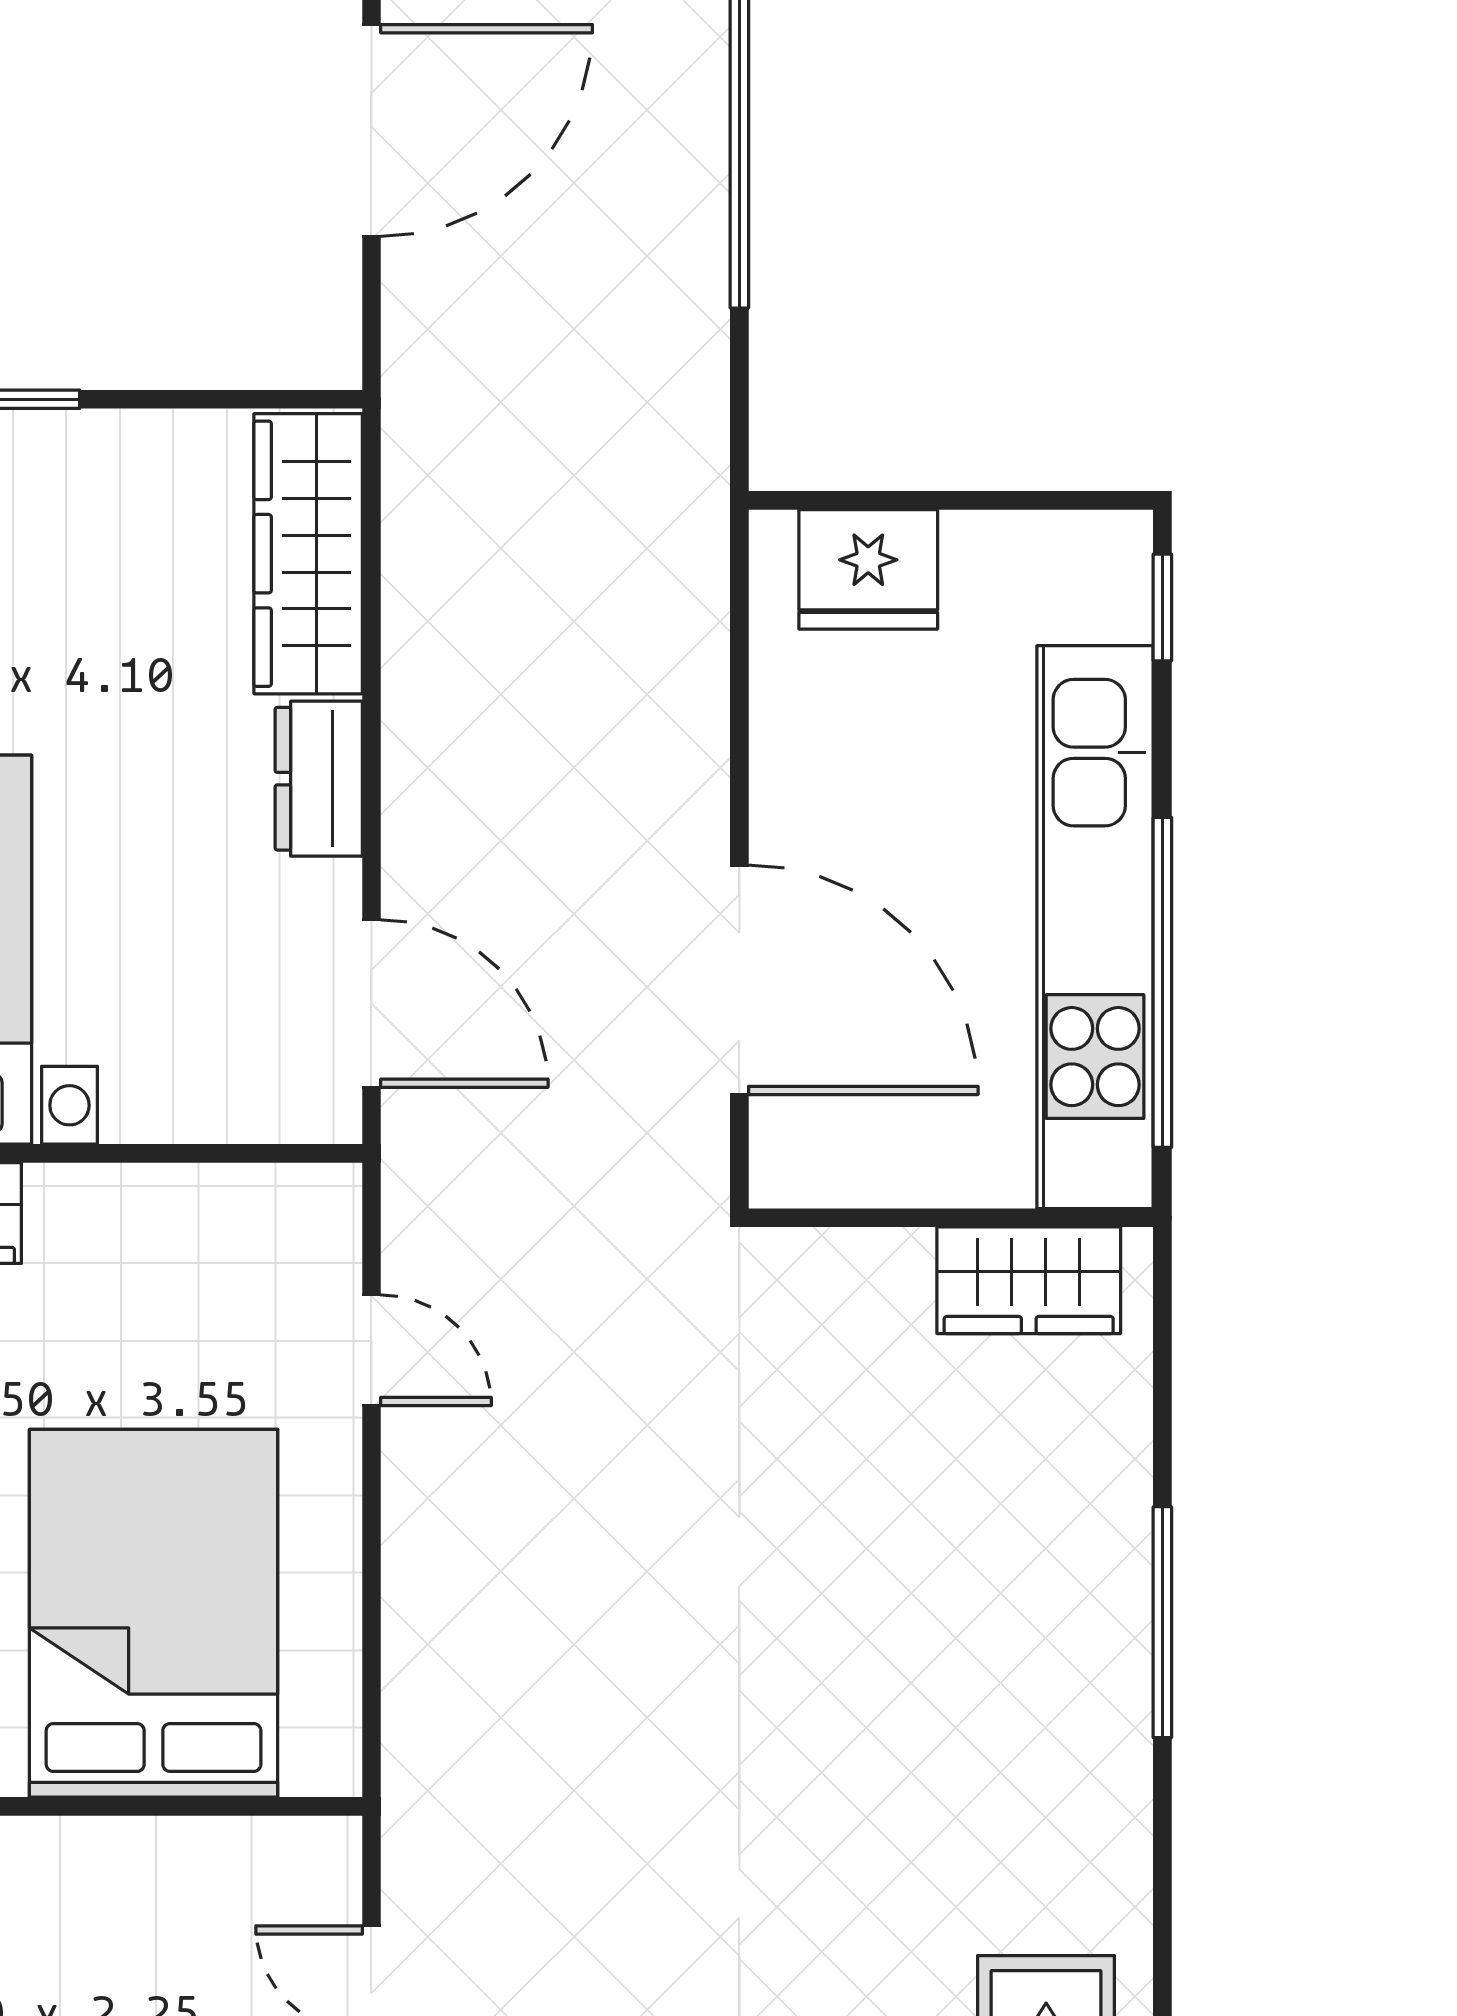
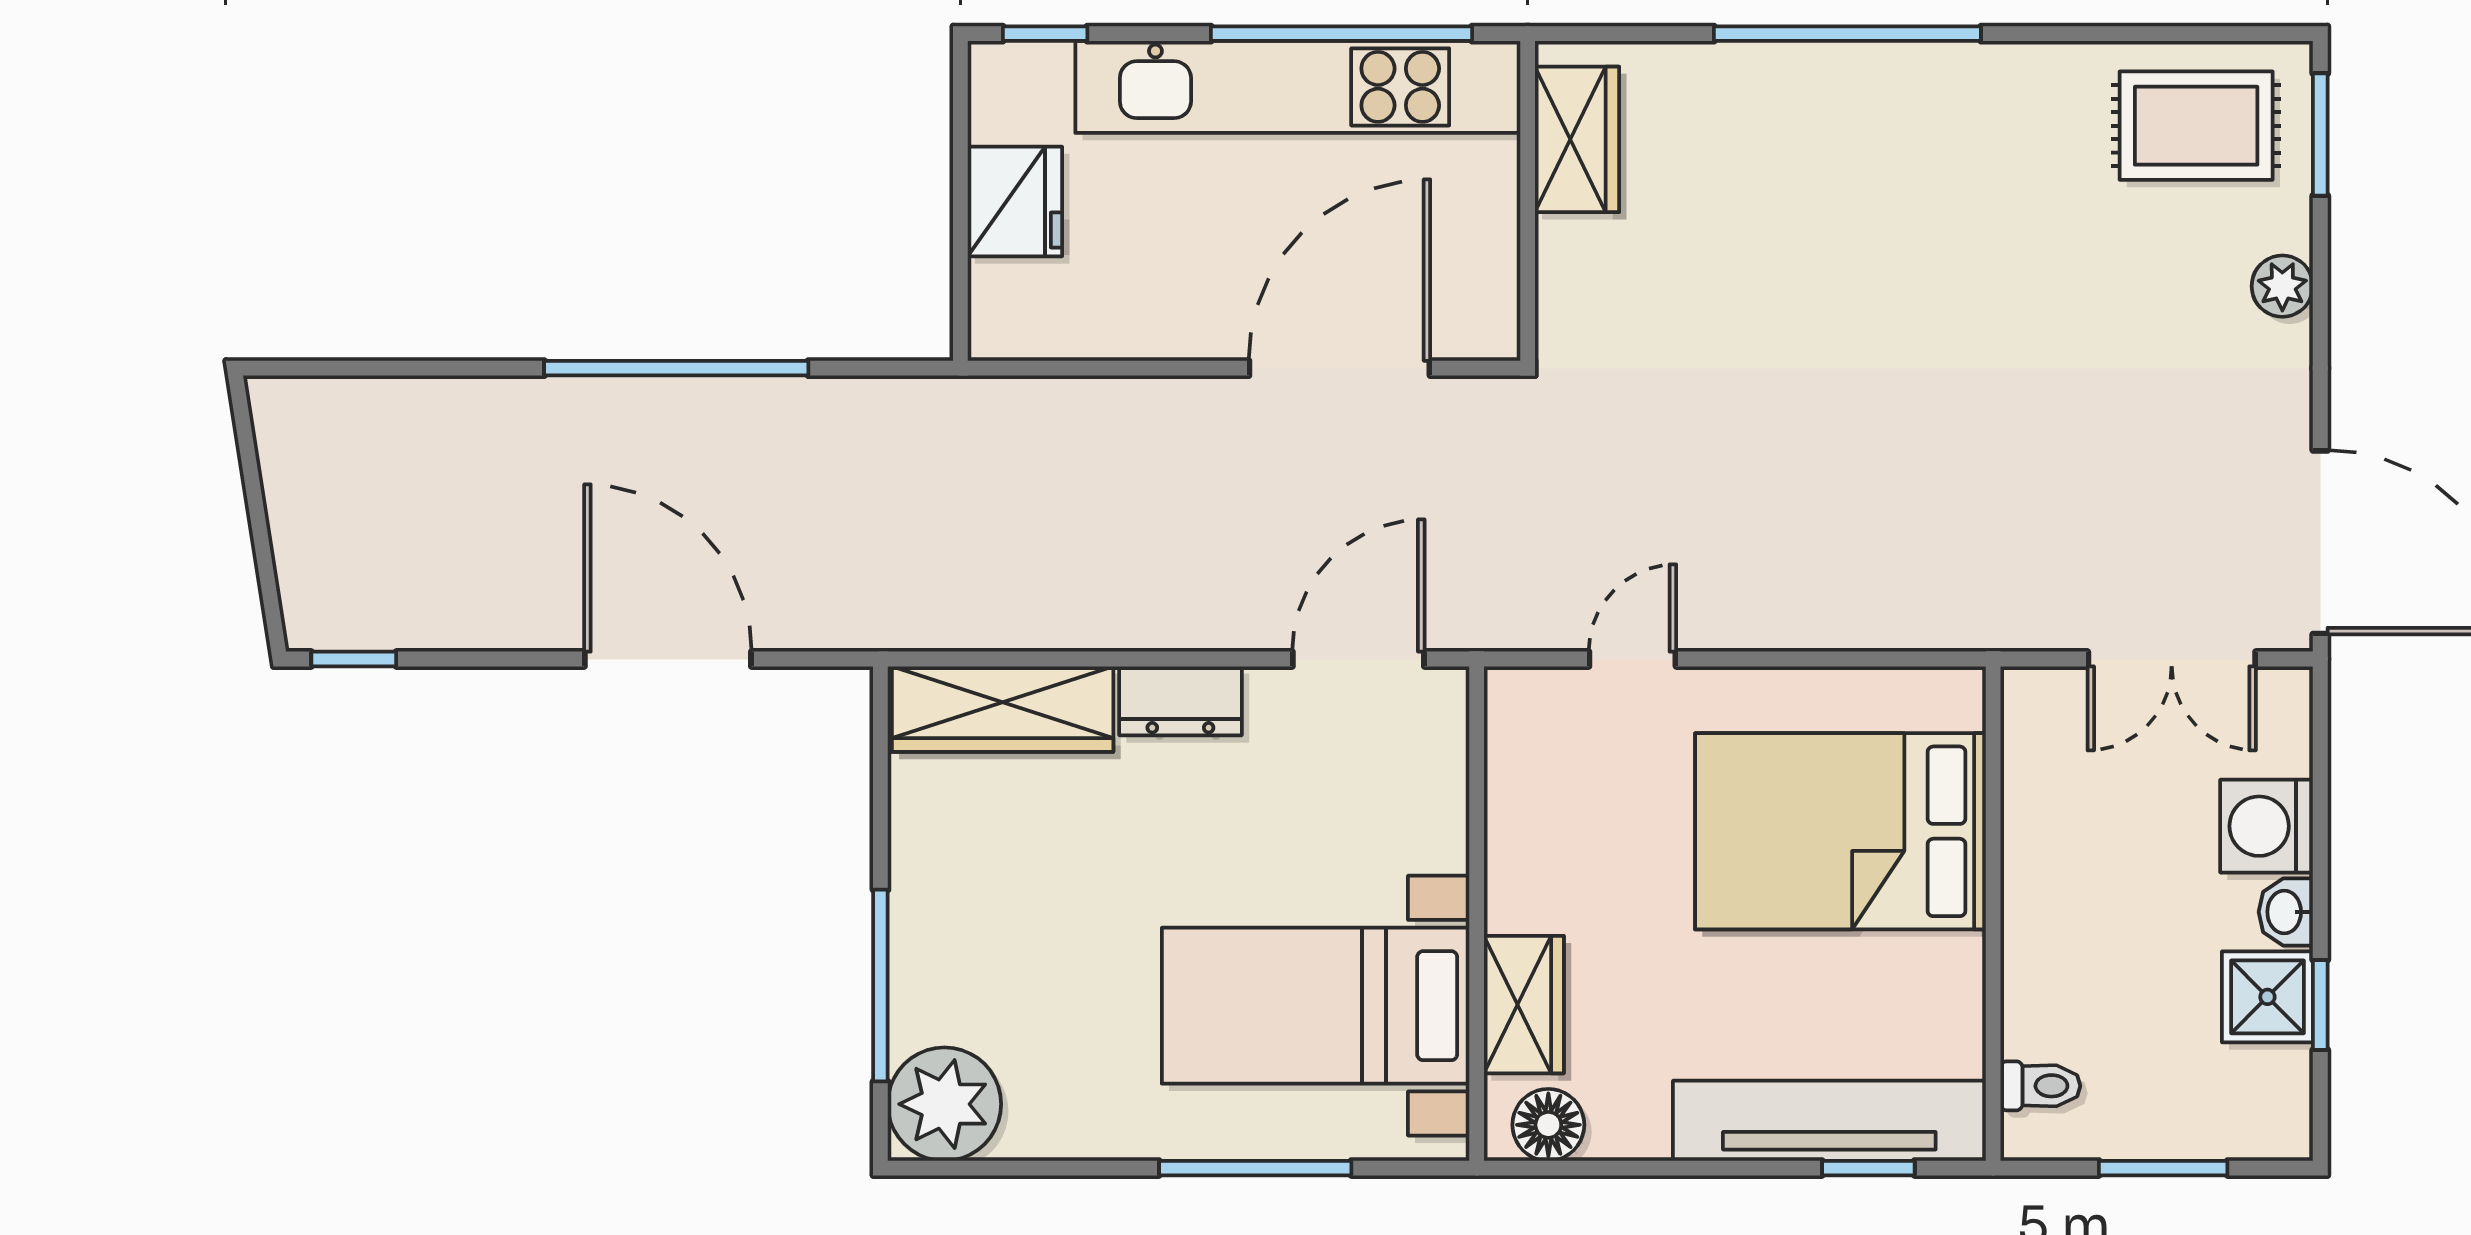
fridge: (868, 569) -> (1015, 201), moved
window: (1162, 1622) -> (1847, 34), width x1.46

